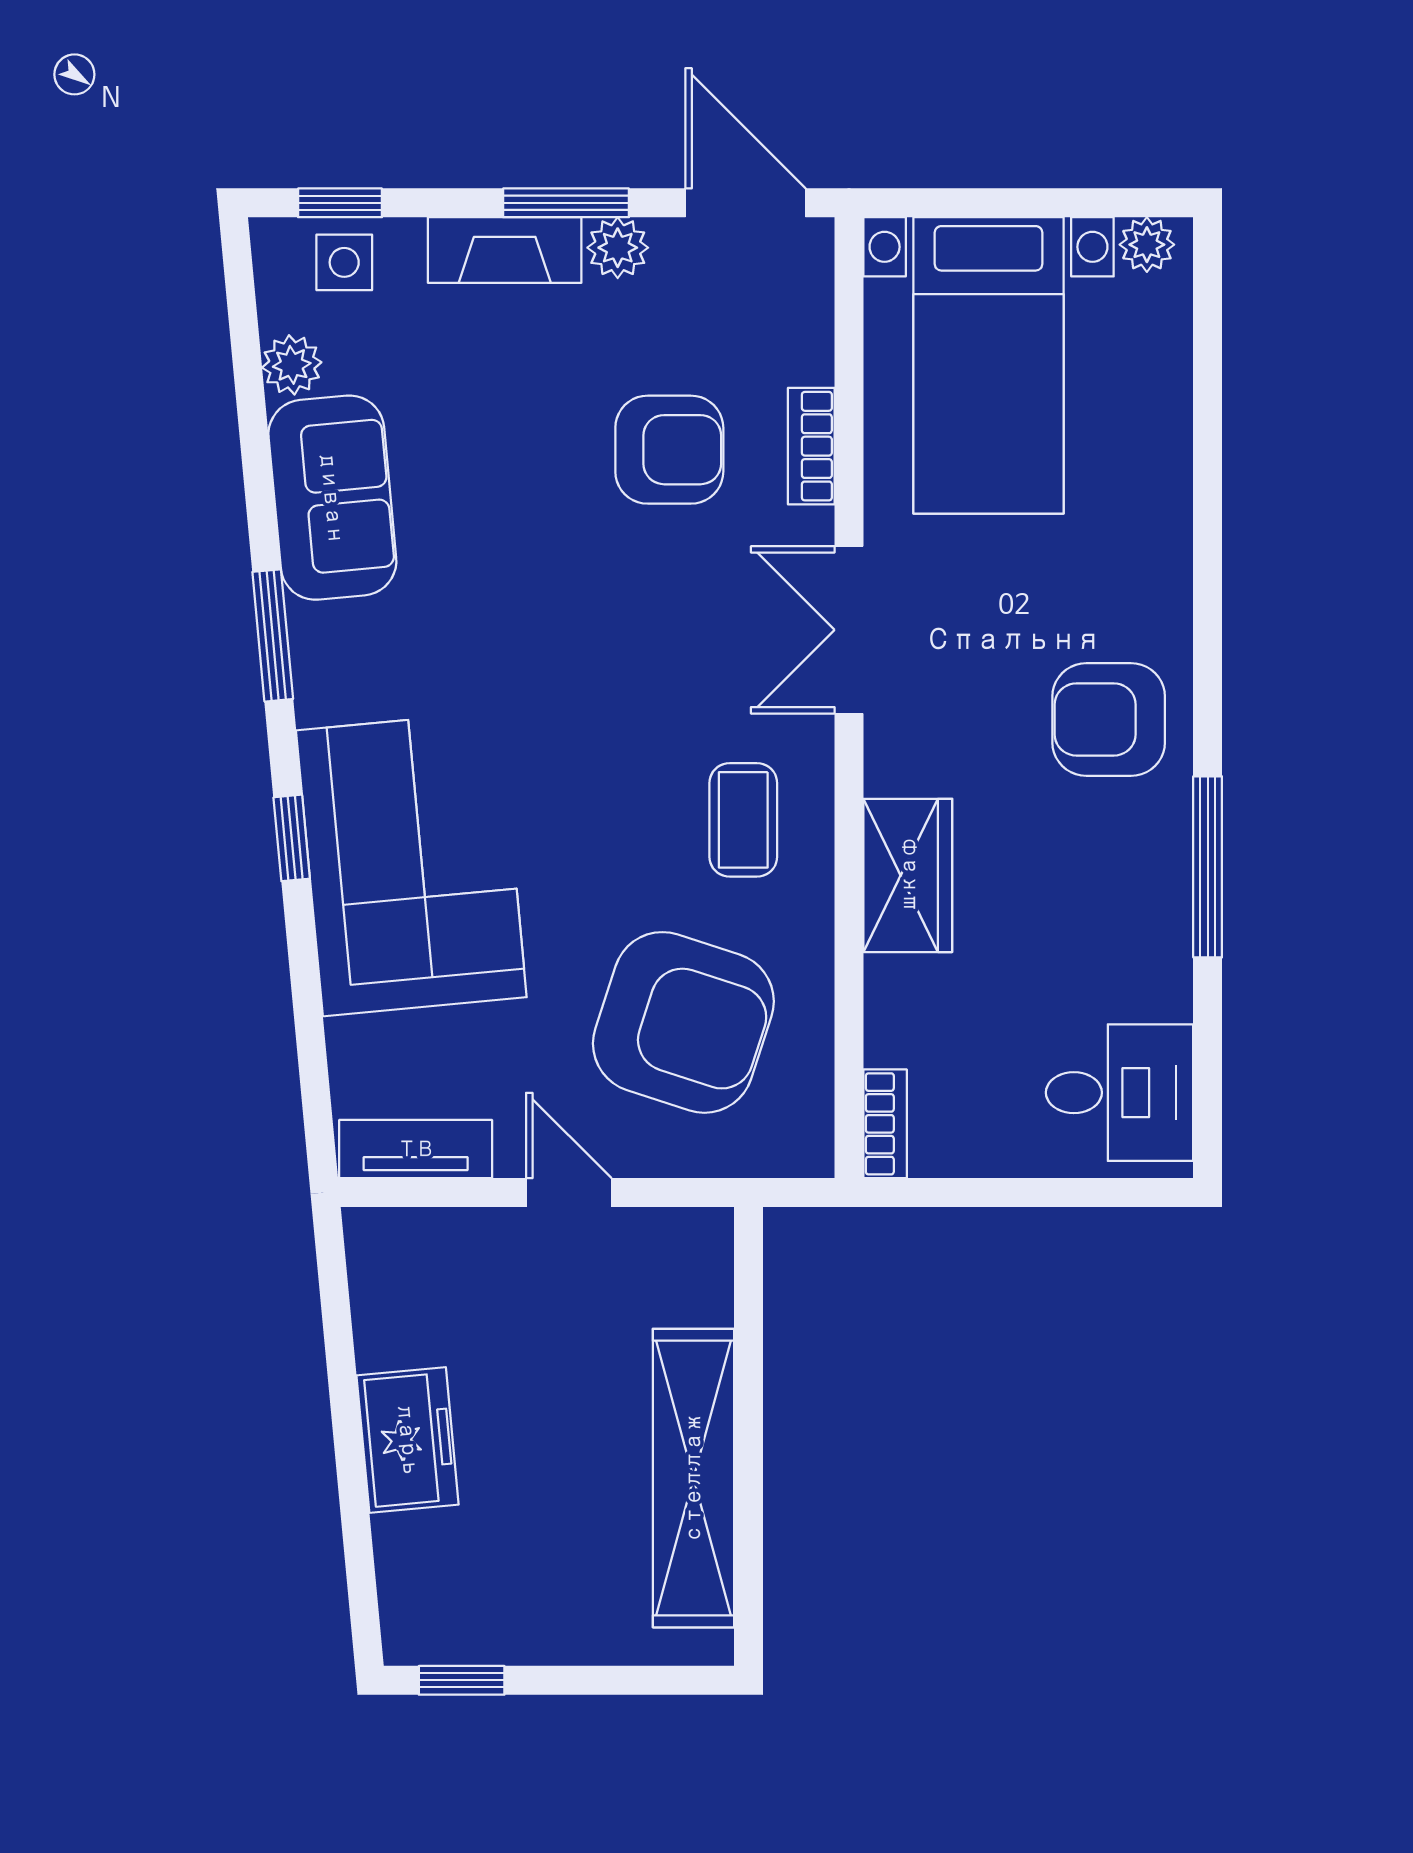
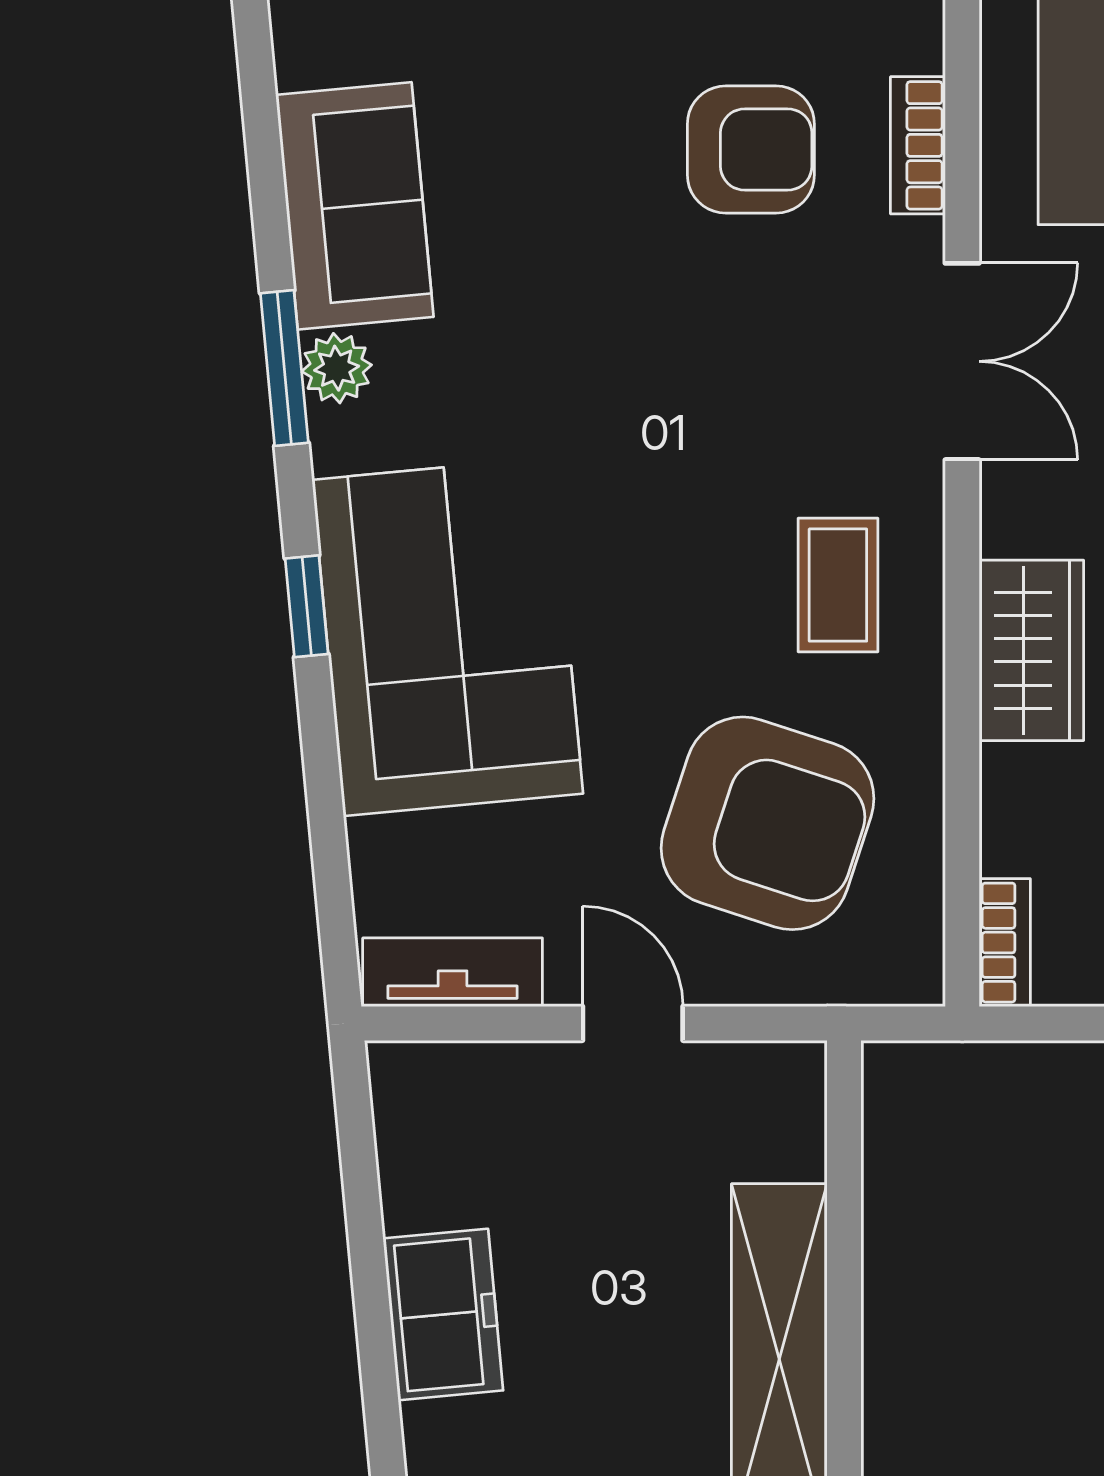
plant: (292, 365) -> (337, 368), moved
double door: (849, 630) -> (962, 361), swing flipped

